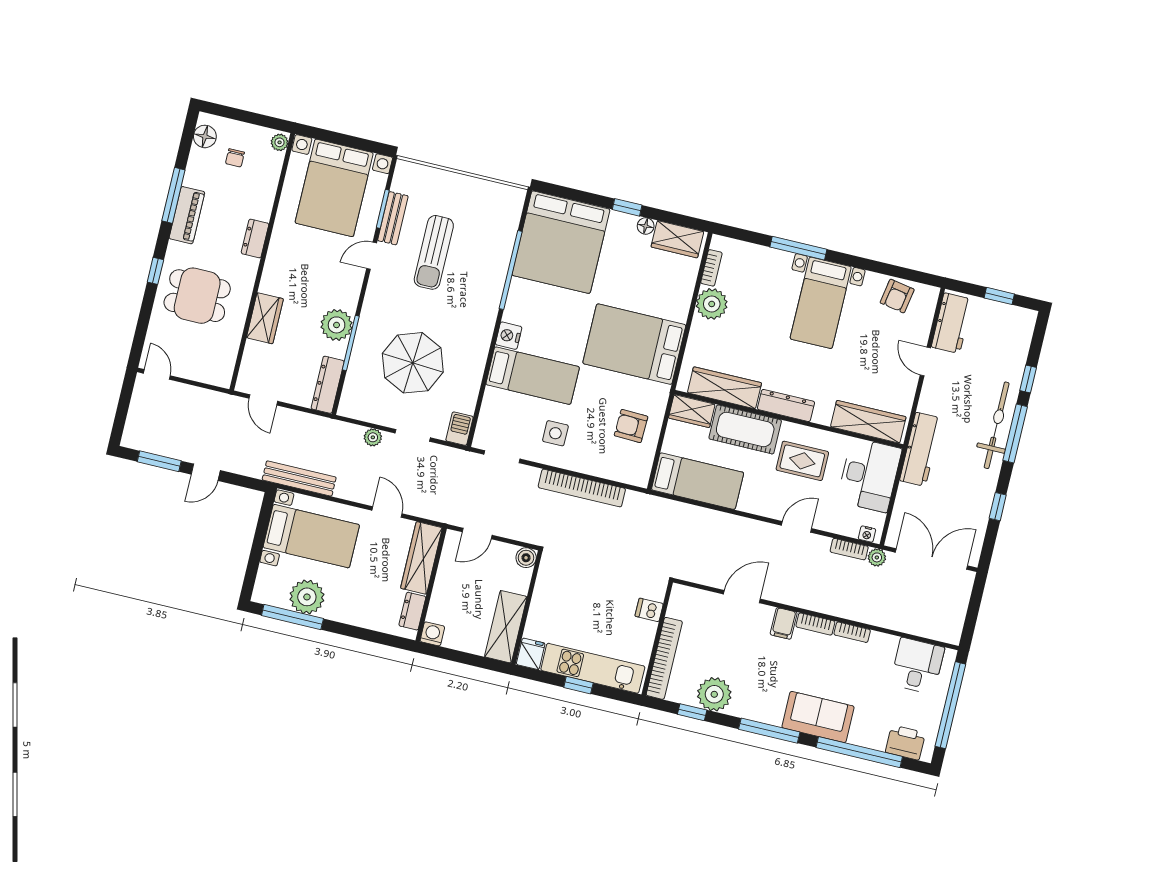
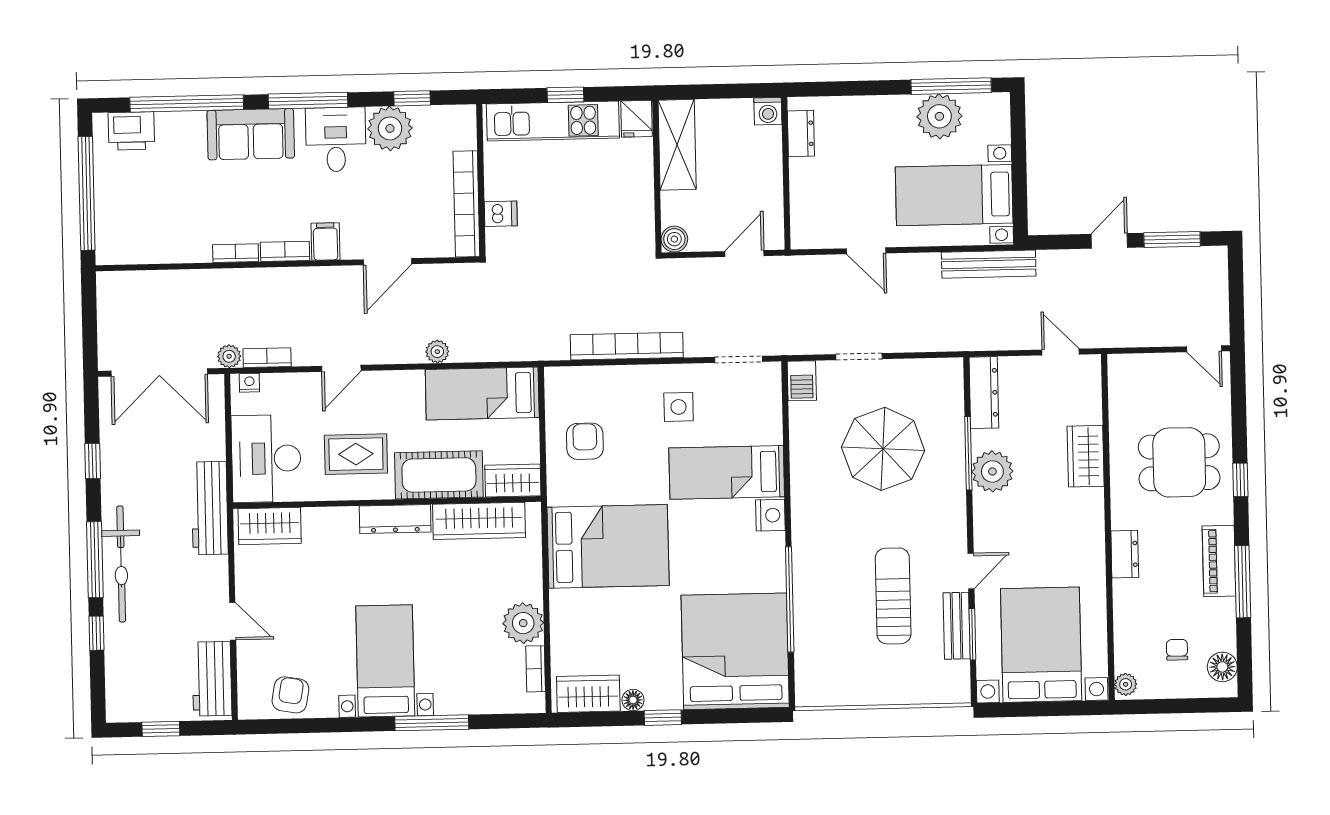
wardrobe: (868, 422) -> (270, 526), width x0.67
armchair: (631, 426) -> (585, 441), turned -92
plant: (373, 437) -> (437, 352), moved
wardrobe: (421, 558) -> (807, 204), removed
bookcase: (664, 658) -> (466, 204), moved
desk: (917, 666) -> (336, 139), moved, turned 180

